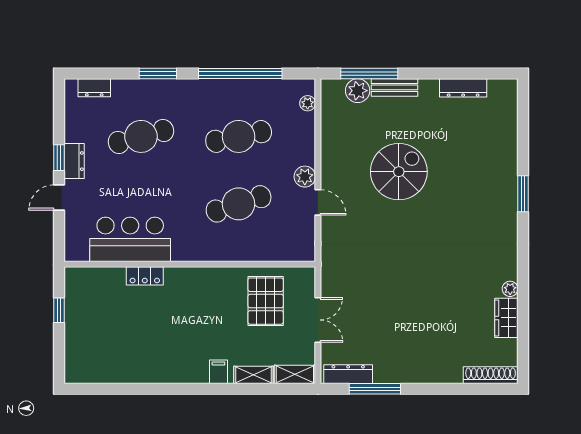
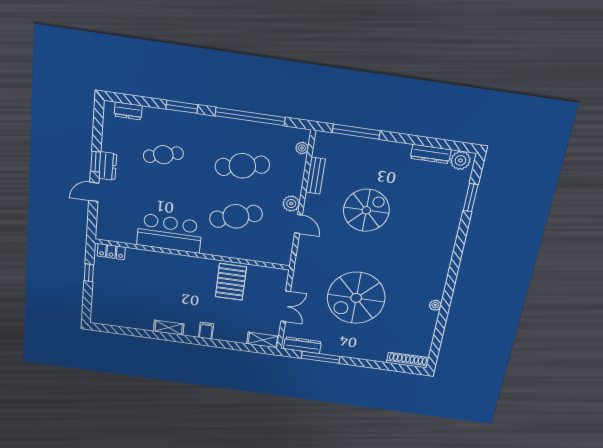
bench: (394, 87) -> (315, 176), moved, turned 90
plant: (358, 91) -> (460, 160), moved
cafe table: (141, 136) -> (163, 155), width x0.73, depth x0.74
window: (523, 194) -> (471, 198), moved
bar counter: (130, 239) -> (169, 233), moved
locker: (145, 276) -> (111, 252), moved
spiral stairs: (407, 294) -> (356, 298), added
pallet: (266, 301) -> (231, 282), moved
wardrobe: (506, 318) -> (428, 324), removed
shelving: (253, 375) -> (169, 328), moved

